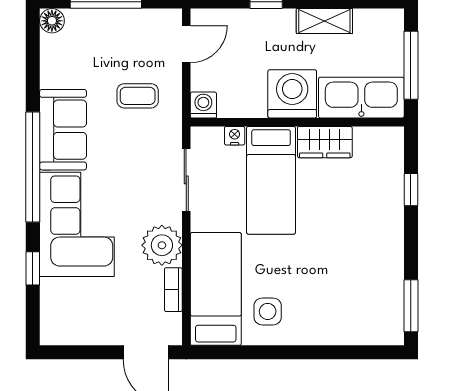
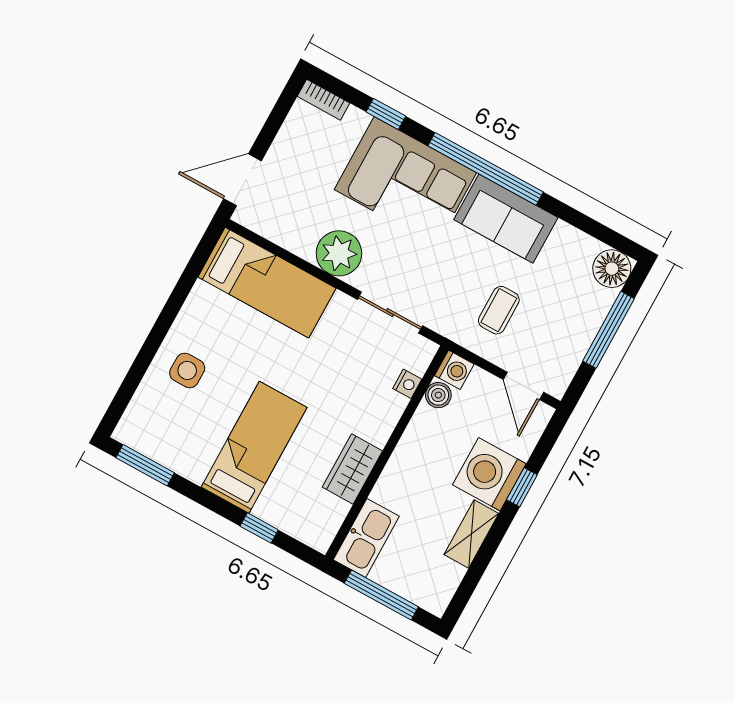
floor lamp: (52, 21) -> (612, 269), width x1.38, depth x1.38
washing machine: (292, 94) -> (489, 474), moved, turned 180
kitchen sink: (361, 98) -> (366, 538), width x0.73, depth x0.81
boiler: (230, 107) -> (438, 395), added
bed: (271, 180) -> (254, 447), moved, turned 90
bookcase: (173, 290) -> (323, 100), moved, turned 180
side table: (268, 311) -> (187, 370), moved

